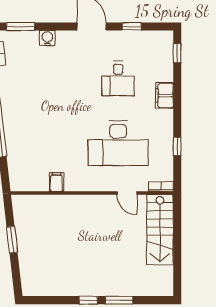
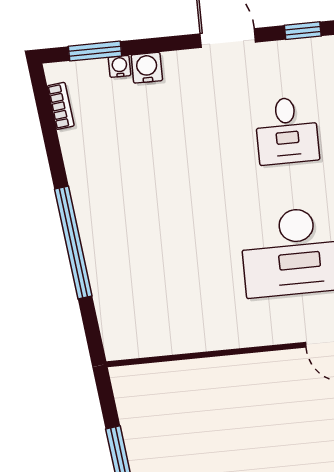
water cooler: (33, 36) -> (120, 66), added
filing cabinet: (56, 182) -> (190, 335), removed

